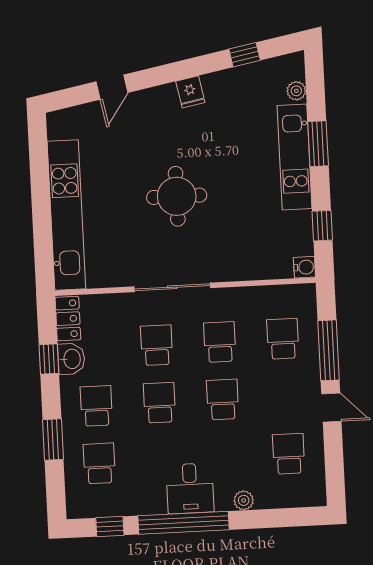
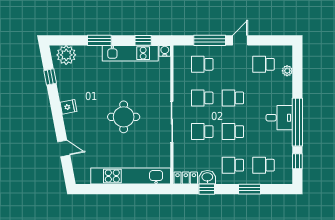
plant: (296, 91) -> (66, 55), width x1.87, depth x1.87
kitchen unit: (295, 157) -> (130, 53), moved
plant: (244, 500) -> (287, 71), moved

